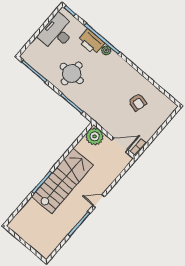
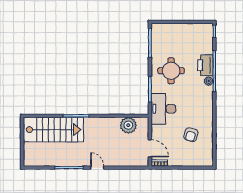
desk: (57, 32) -> (163, 109), moved, turned -90
plant: (95, 136) -> (128, 125), moved
stairs: (62, 181) -> (53, 130), moved

